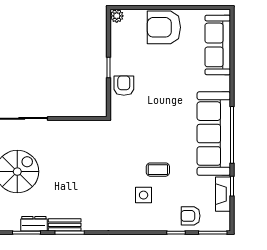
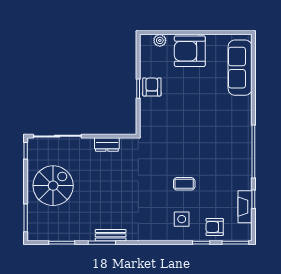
plant: (117, 16) -> (160, 40), moved
armchair: (124, 86) -> (152, 87), moved
sofa: (214, 134) -> (236, 150), removed
side table: (144, 195) -> (182, 219), moved
dresser: (34, 224) -> (107, 144), moved, turned 180
bench: (65, 225) -> (111, 235), moved

